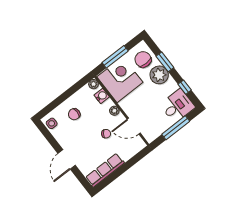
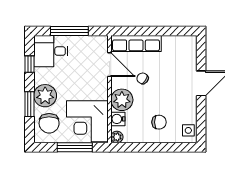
plant: (114, 111) -> (122, 100), width x1.87, depth x1.87
row of seats: (105, 170) -> (136, 43), moved

